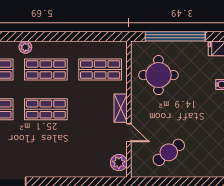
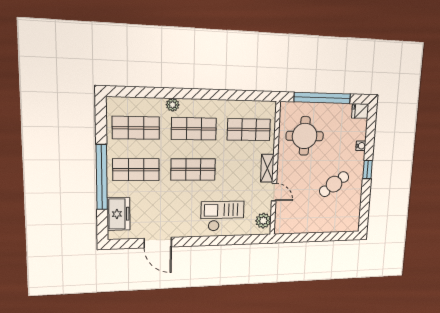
cafe table: (169, 152) -> (334, 184), moved
checkout: (76, 157) -> (222, 216), added

